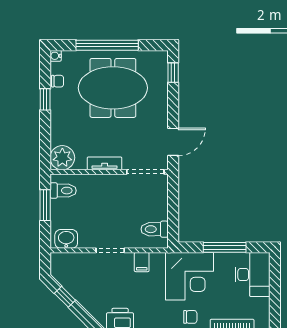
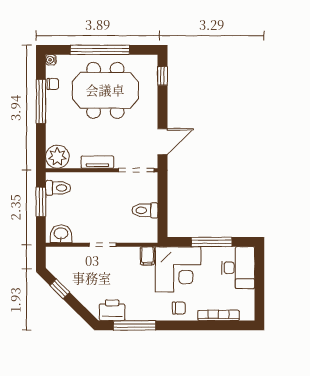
window: (45, 99) -> (41, 101), width x2.17
toilet: (155, 229) -> (145, 210), moved
filing cabinet: (142, 262) -> (147, 256), moved

